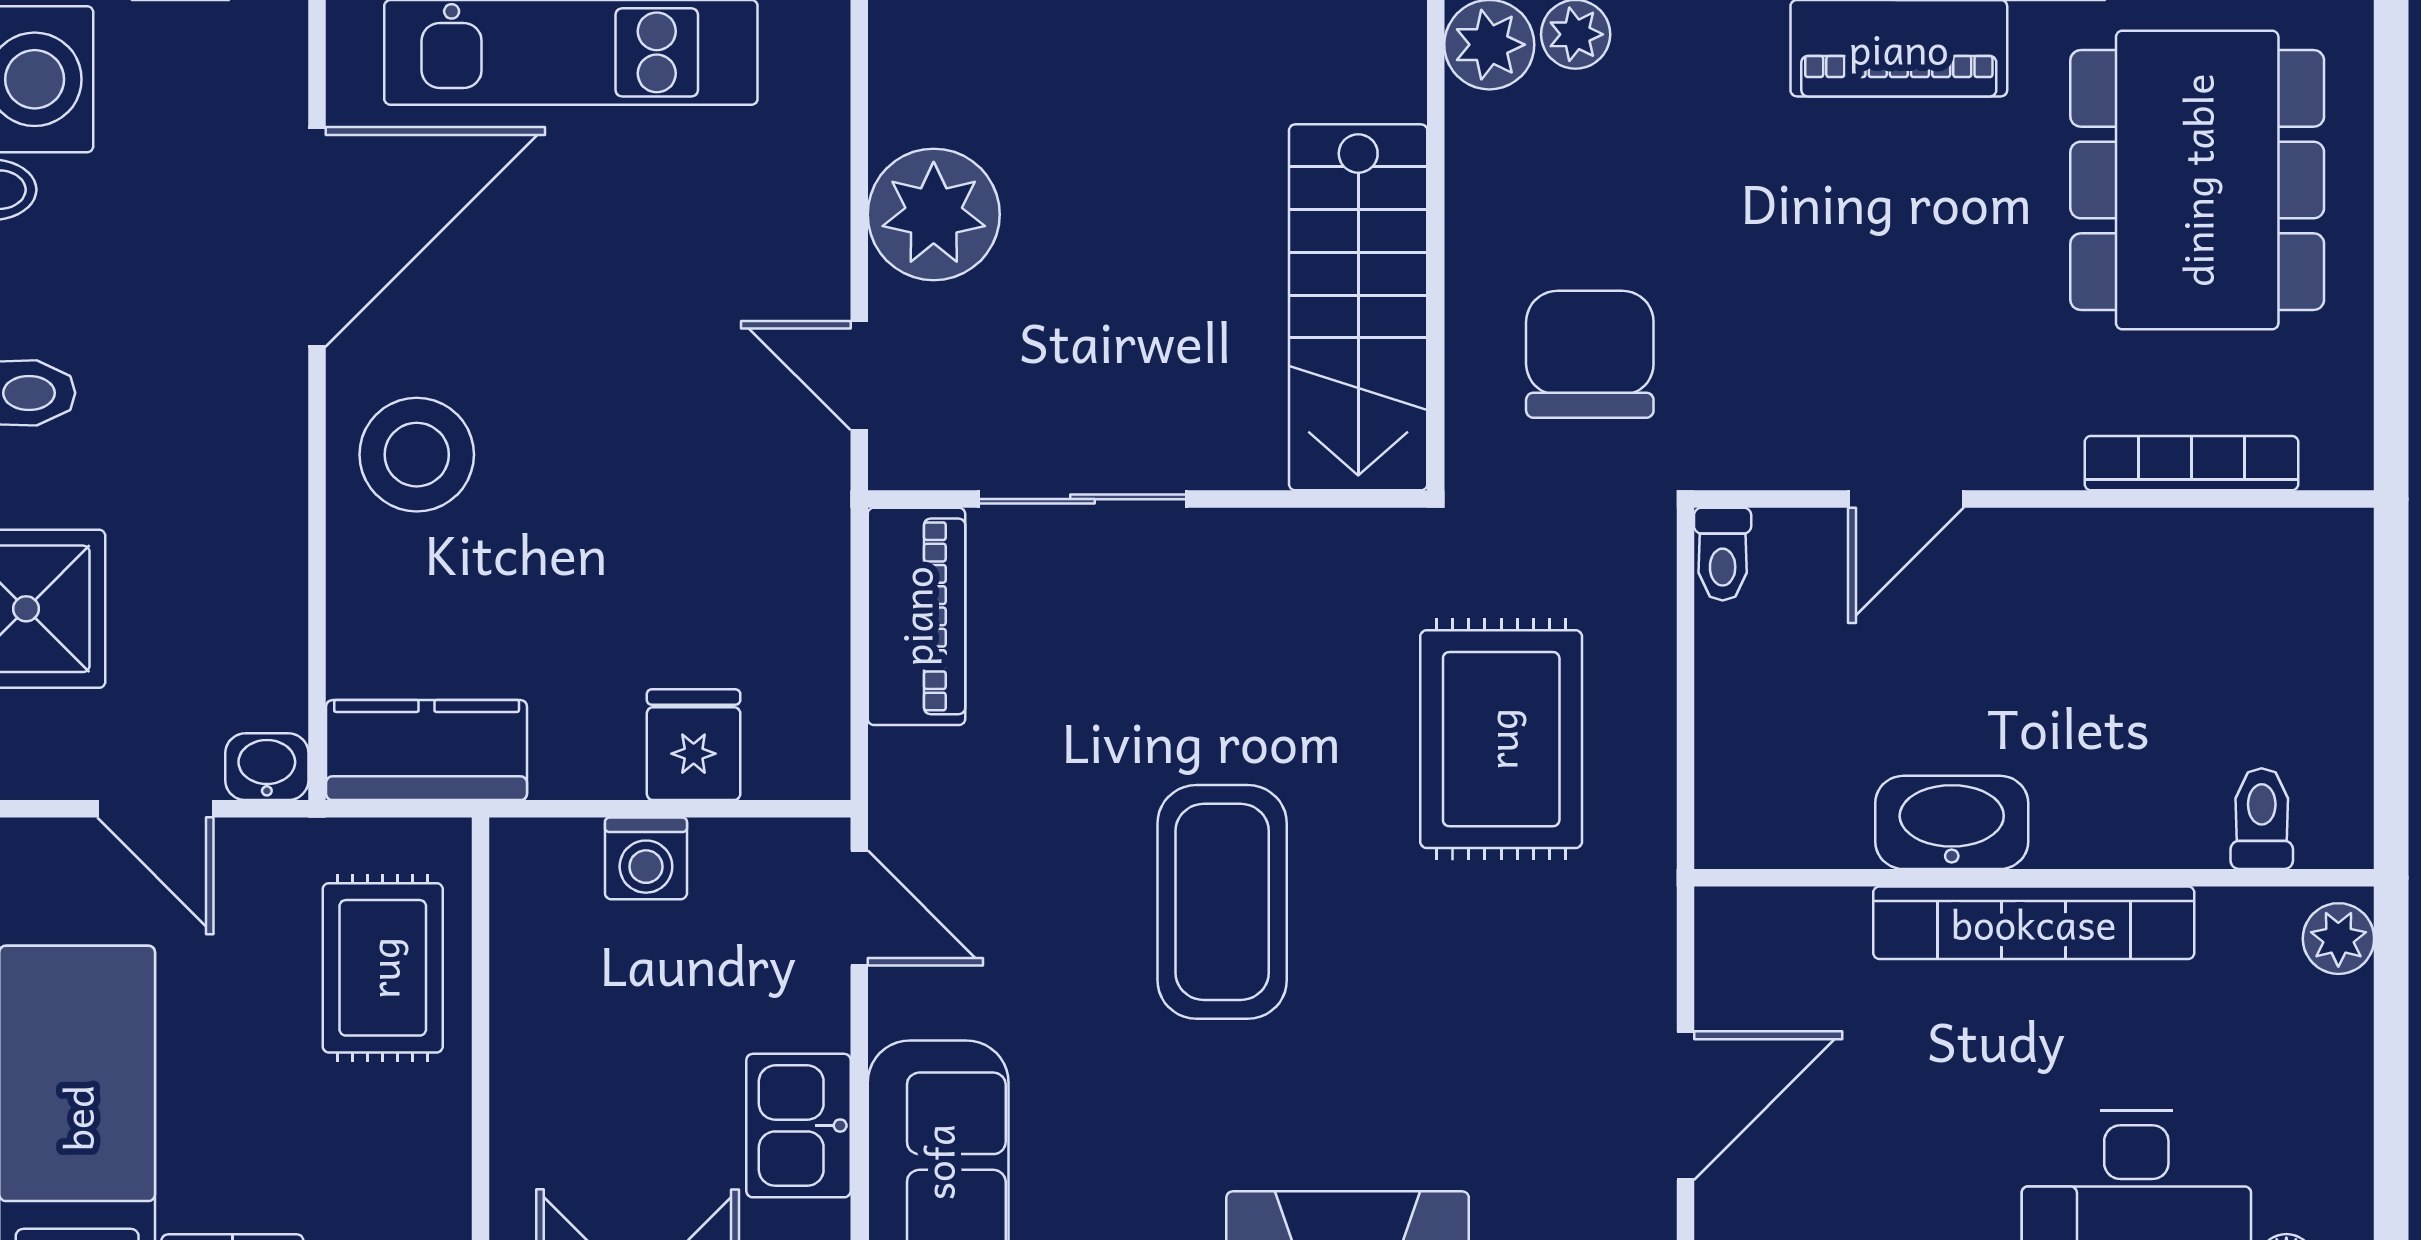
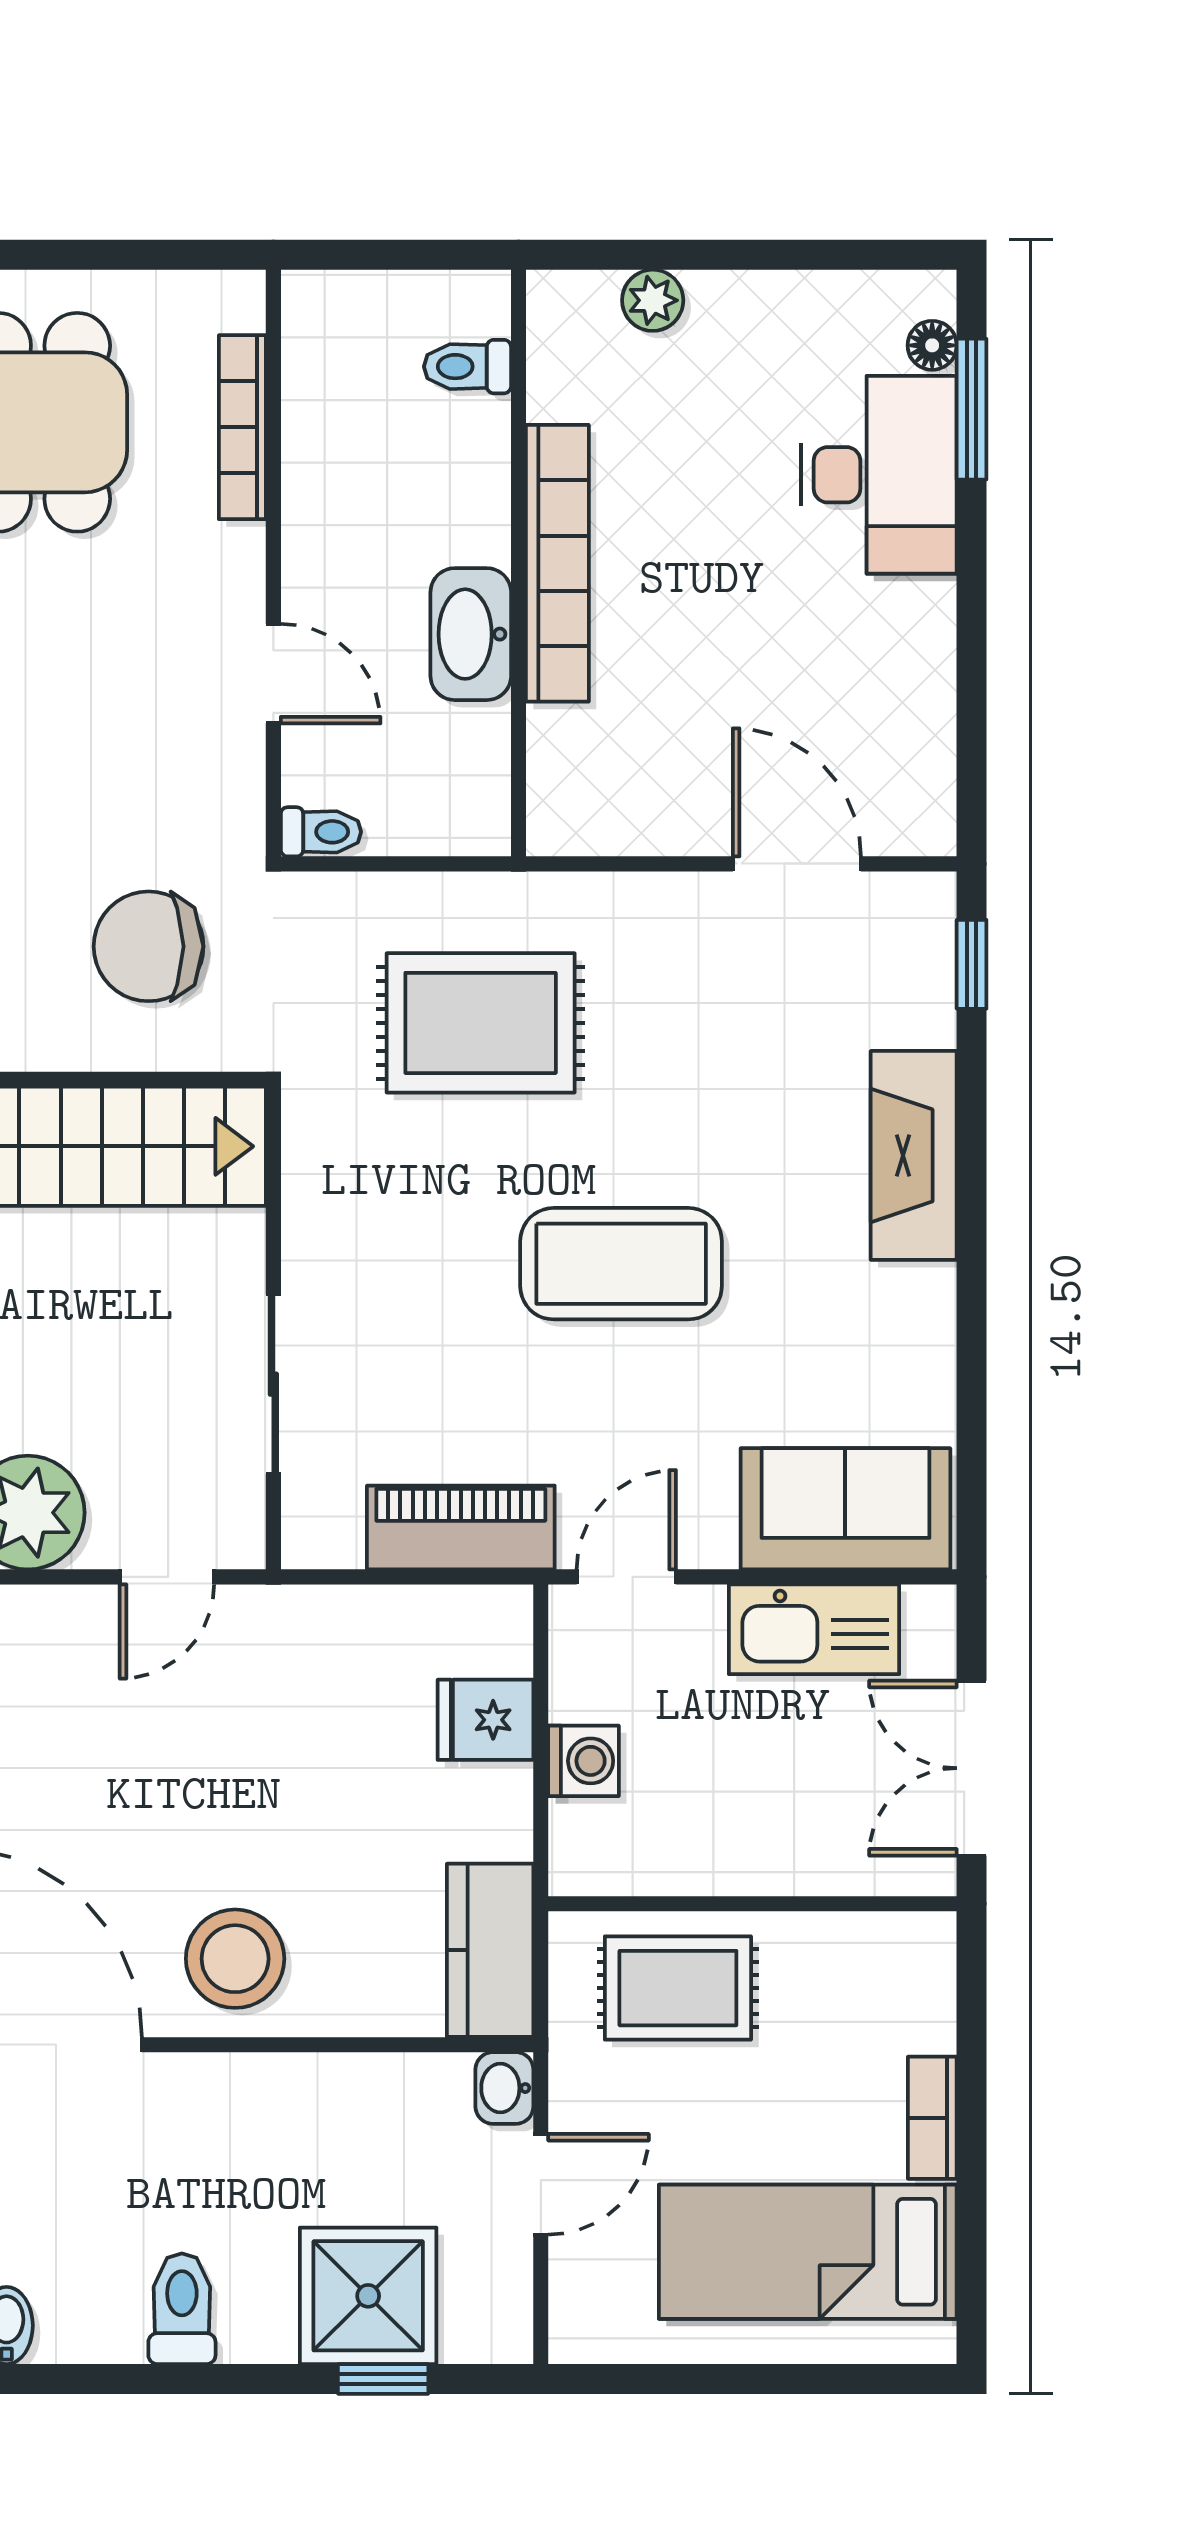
piano: (916, 616) -> (461, 1527), moved
toilet: (2262, 819) -> (467, 367), moved
washbasin: (1952, 822) -> (471, 634), moved
wall: (2034, 878) -> (518, 563), moved
bookcase: (2034, 923) -> (557, 563), moved
kitchen sink: (799, 1126) -> (814, 1629), width x1.38

